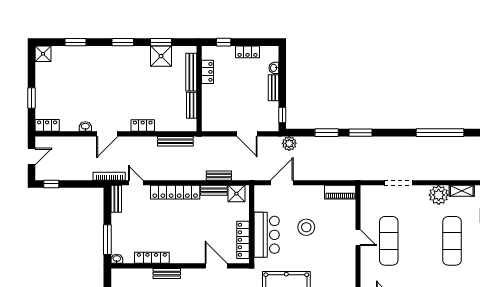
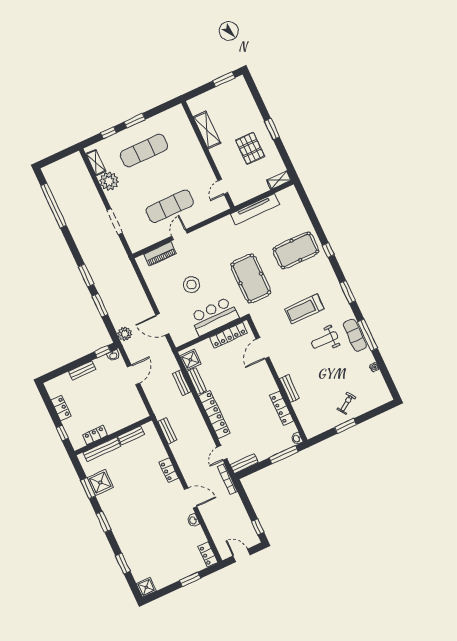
washbasin: (274, 68) -> (113, 356), moved
bench: (175, 141) -> (167, 431), width x0.73
piano: (340, 192) -> (160, 254), moved, turned 90

